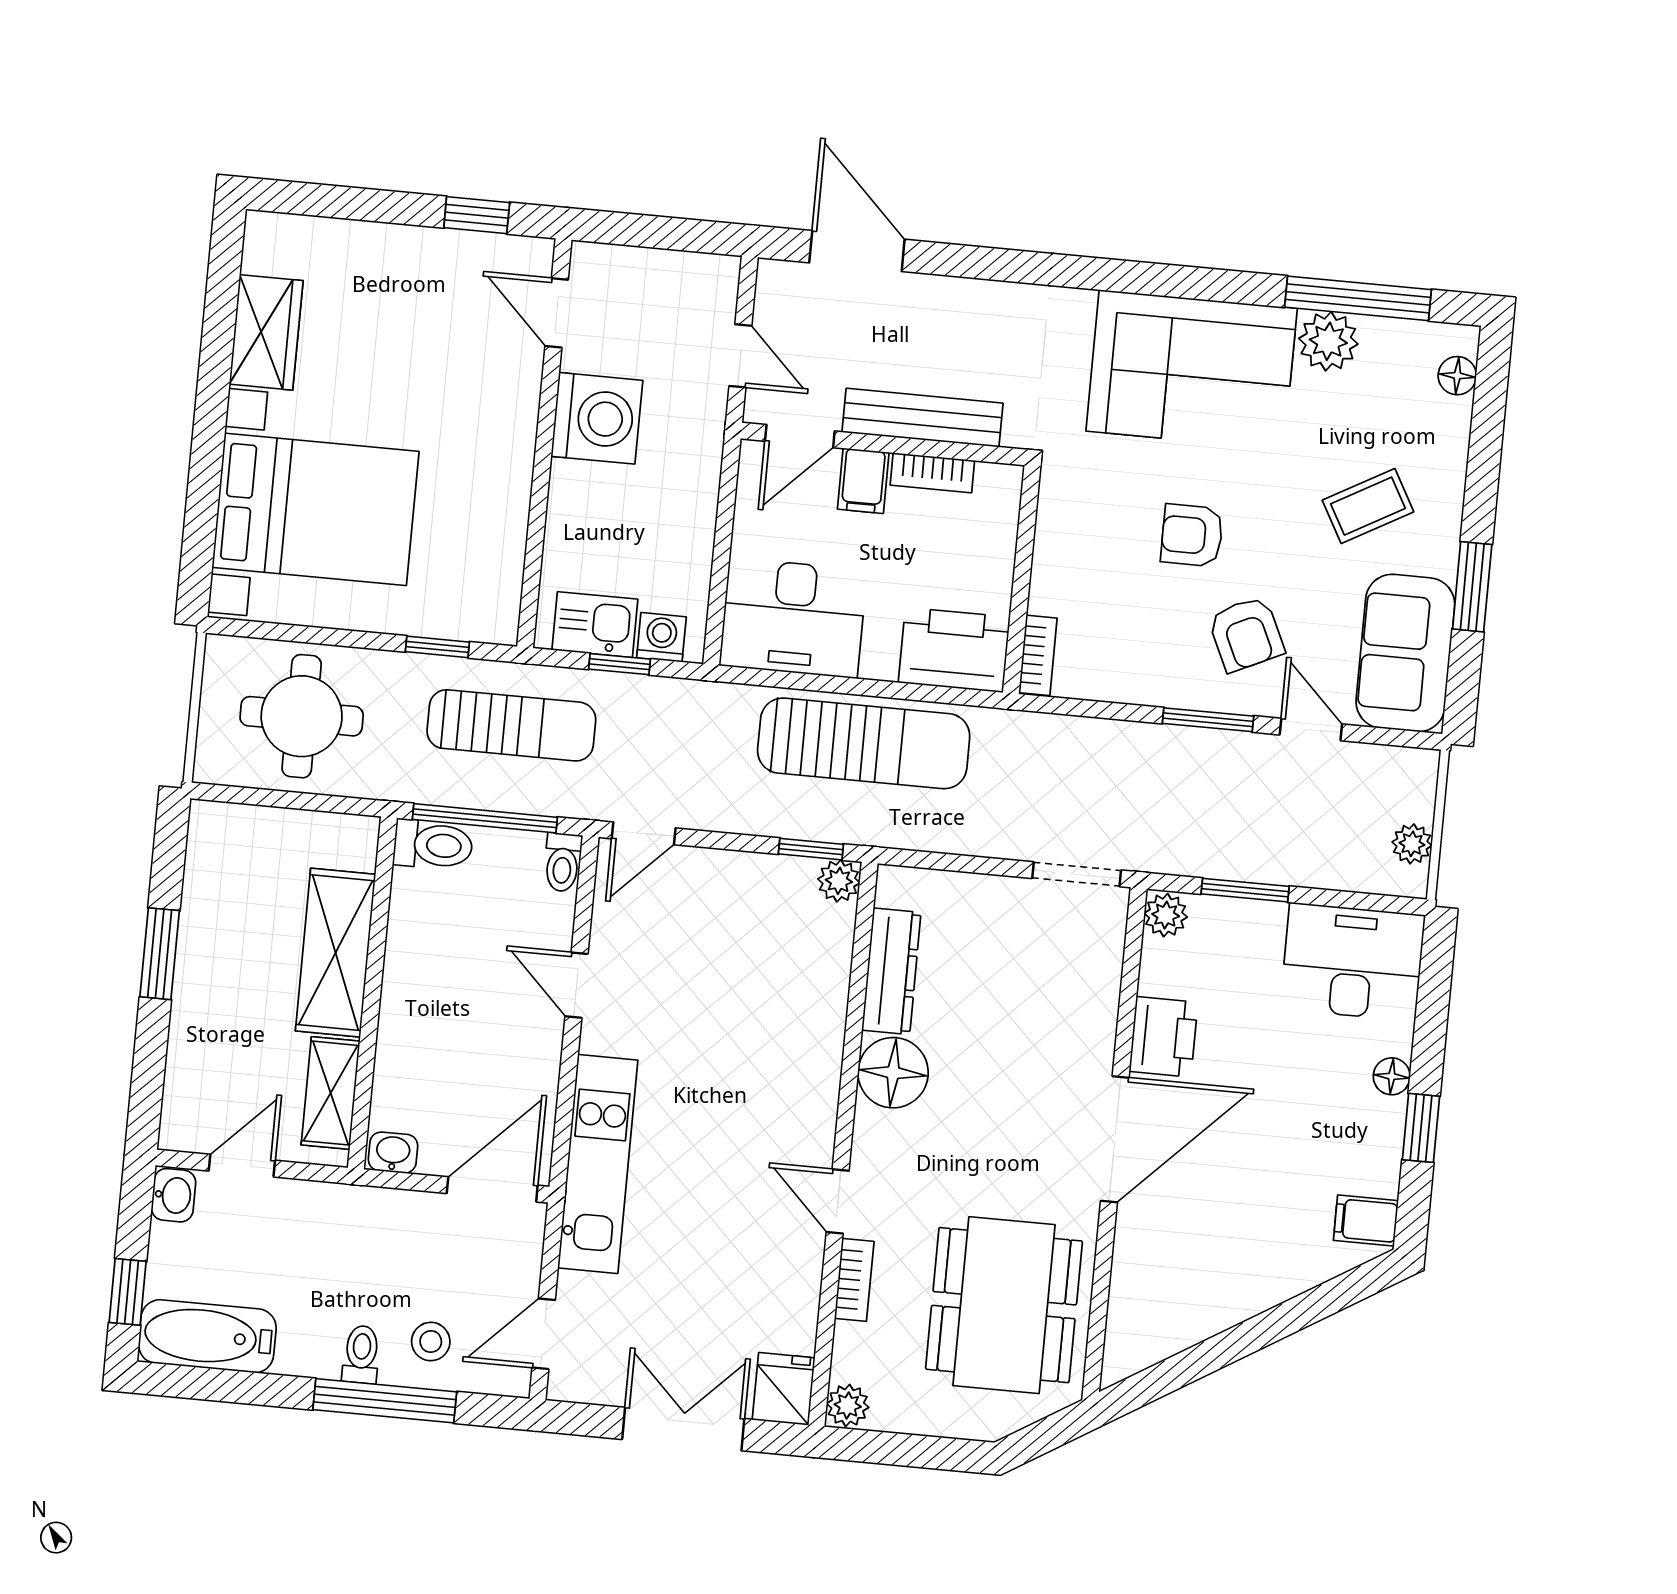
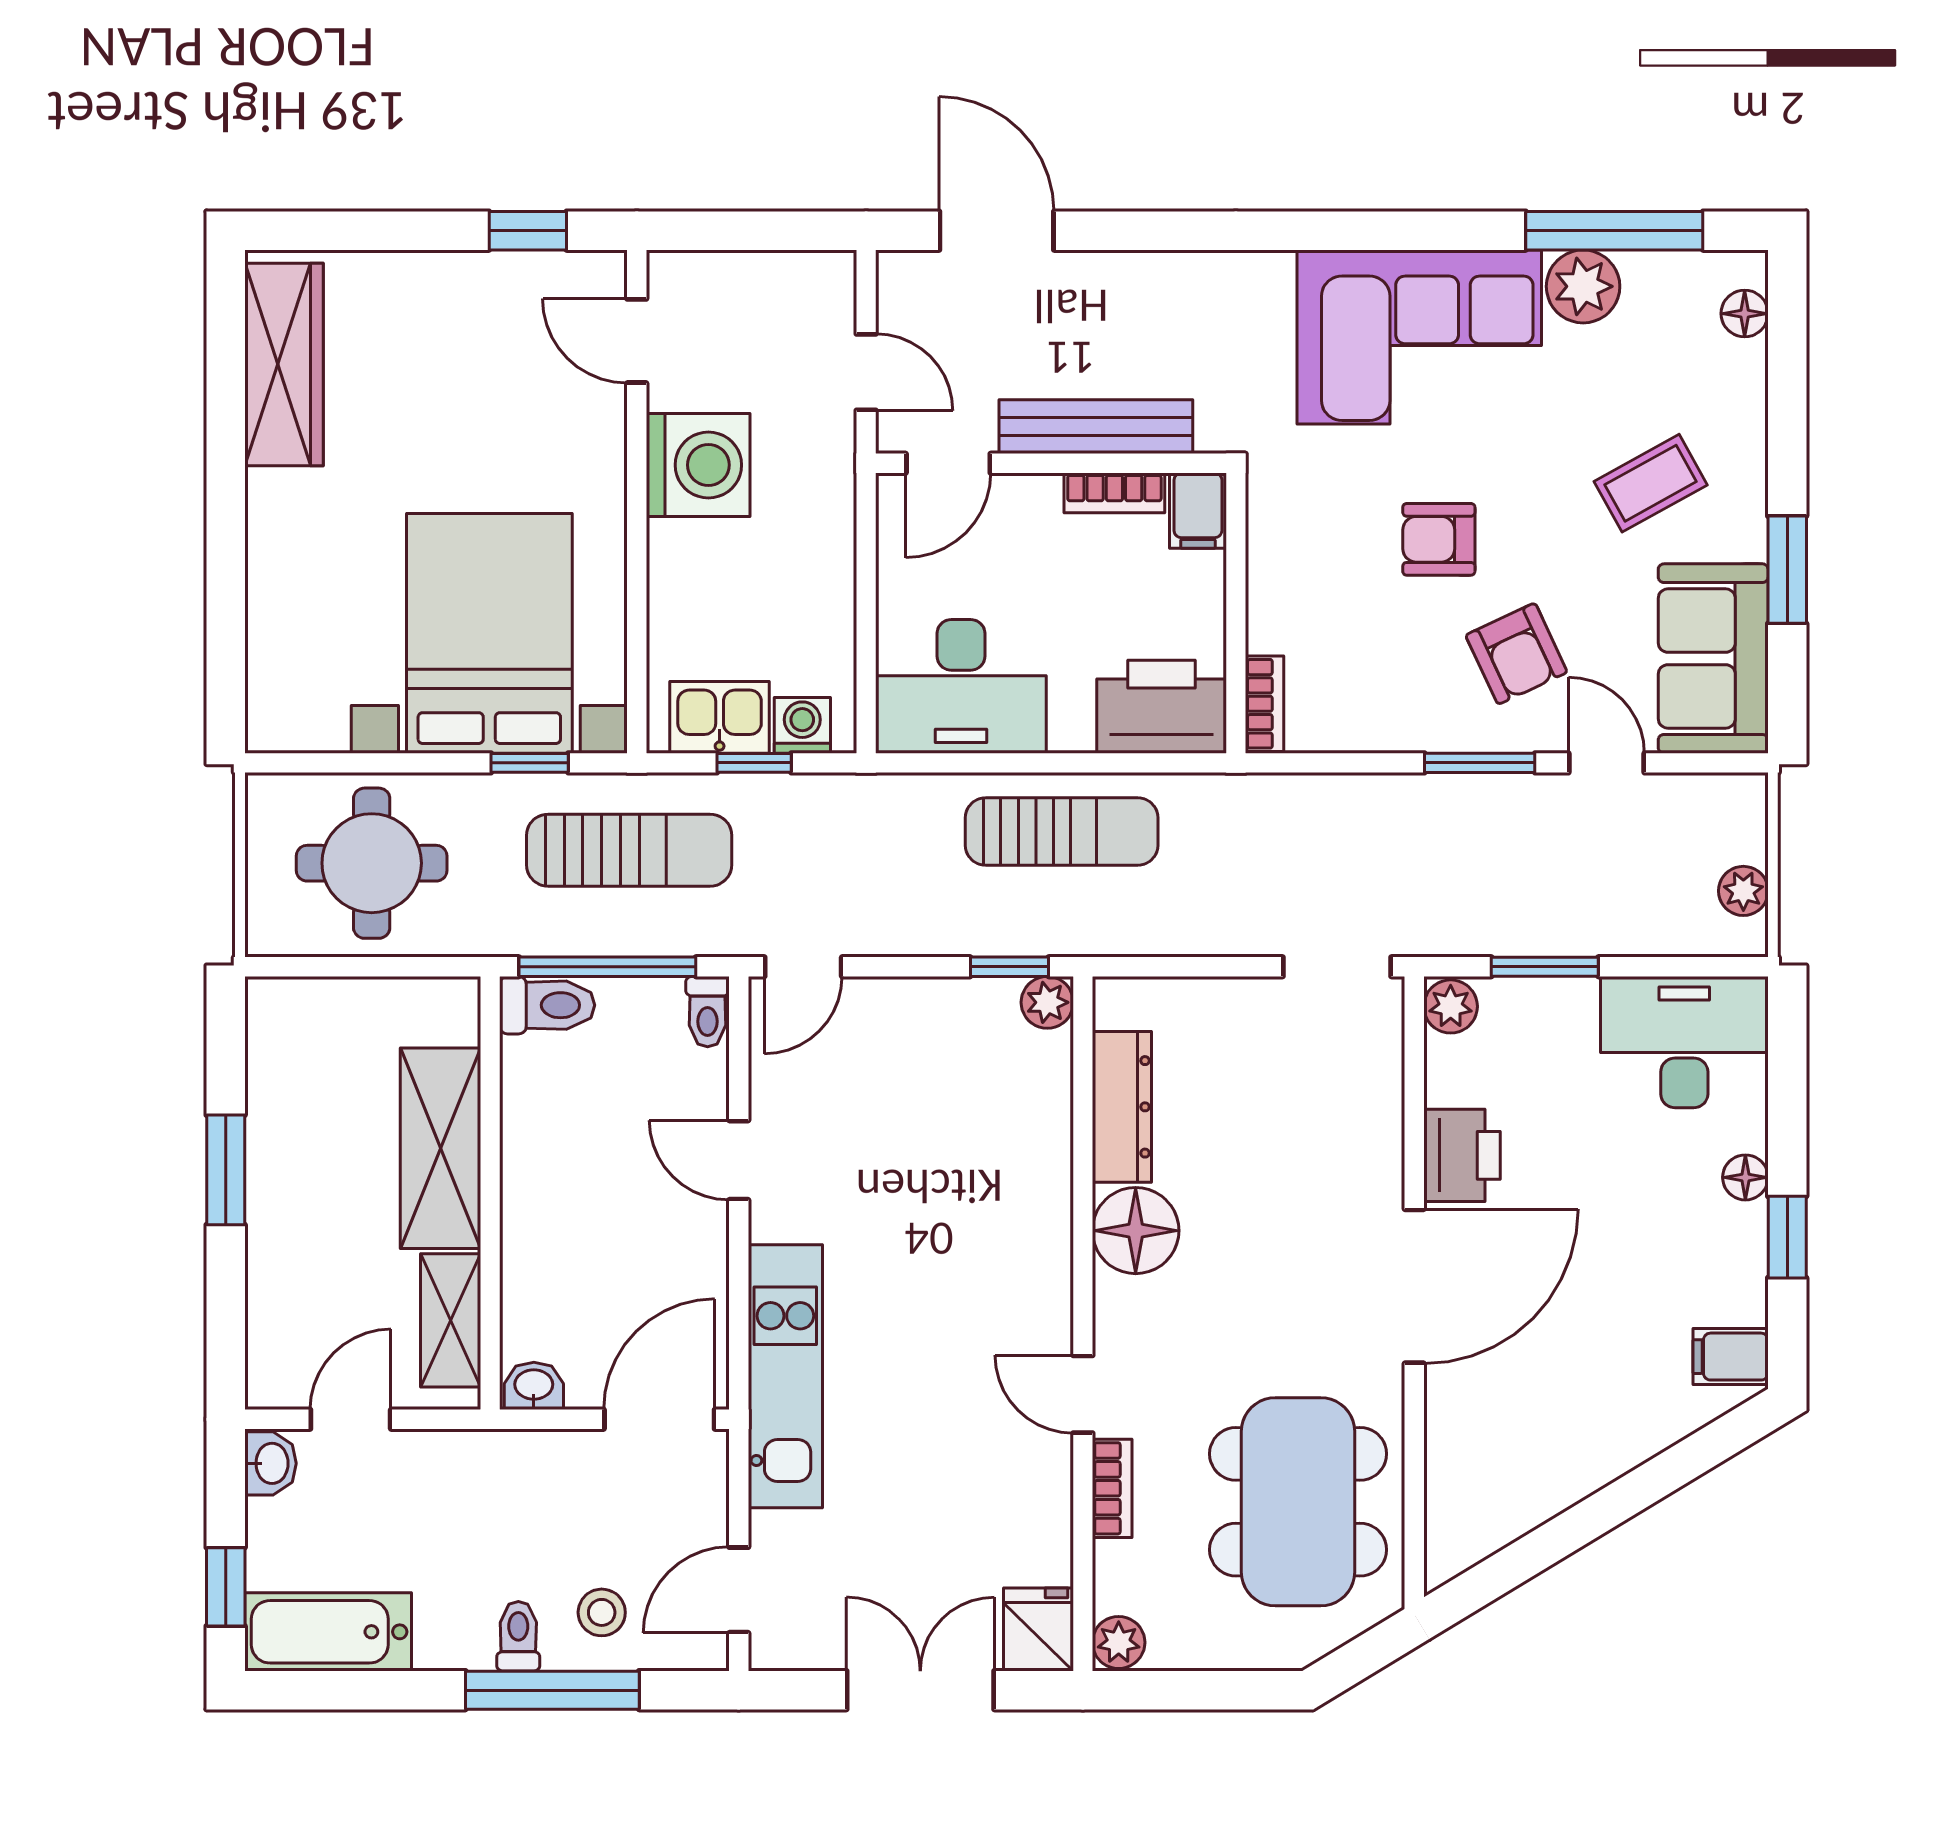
wardrobe: (266, 332) -> (284, 364), width x1.50
filing cabinet: (863, 481) -> (1198, 511), moved
bed with nightstands: (315, 509) -> (489, 633), moved, turned -90
sun lounger: (864, 743) -> (1062, 832), width x0.73, depth x0.75

